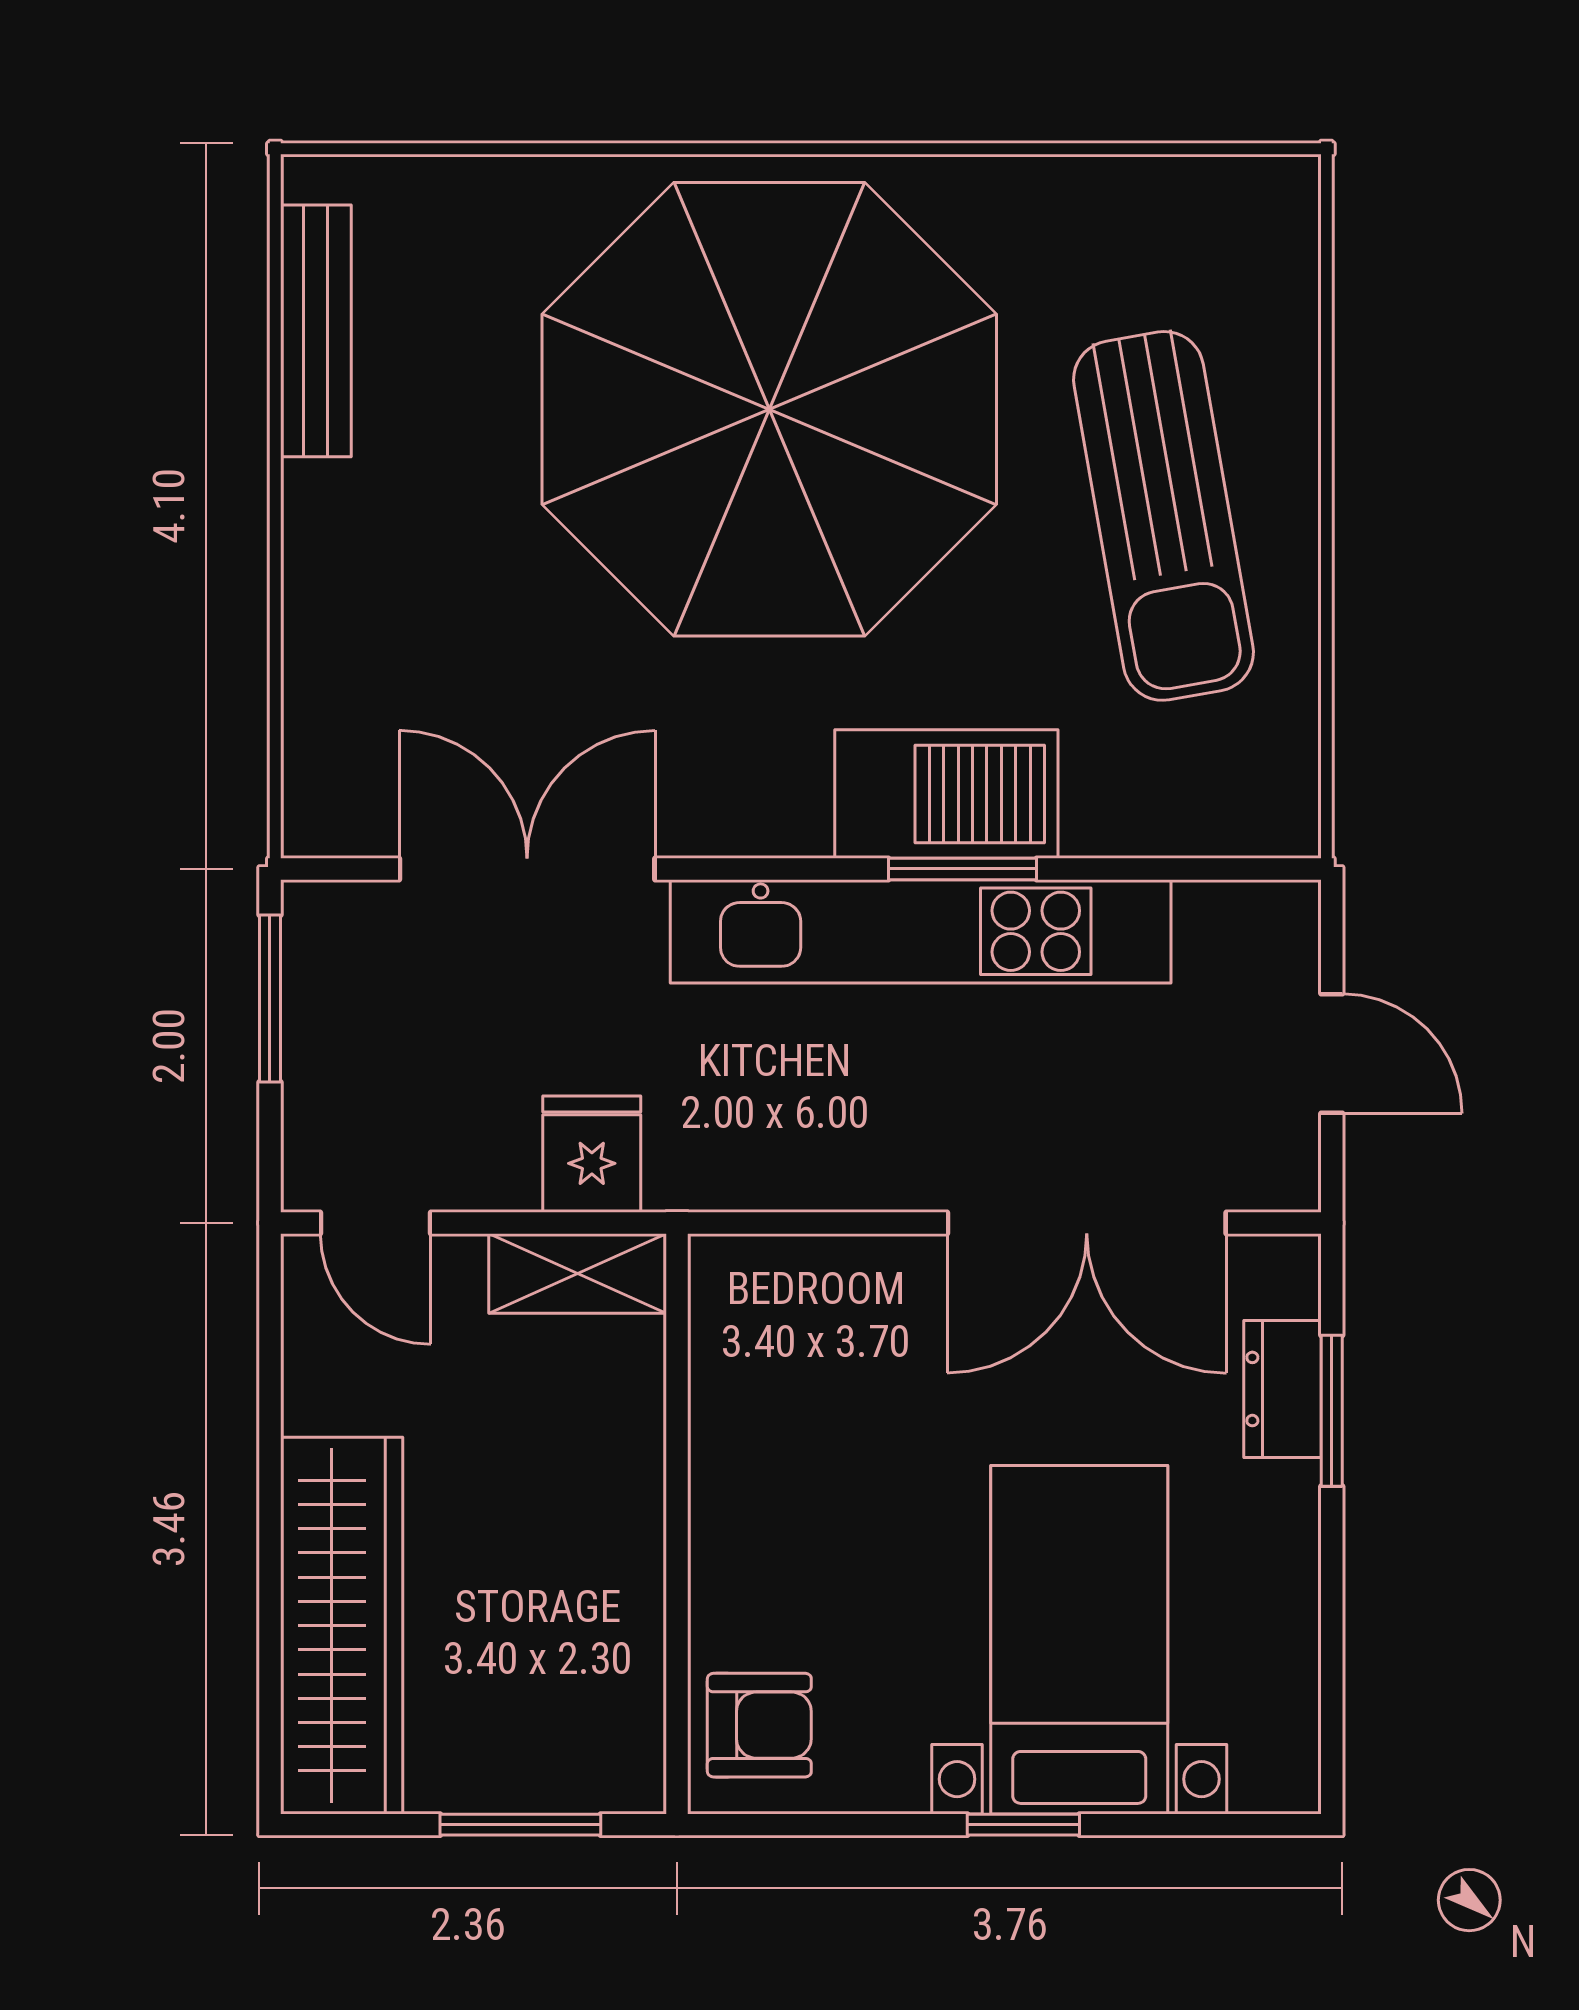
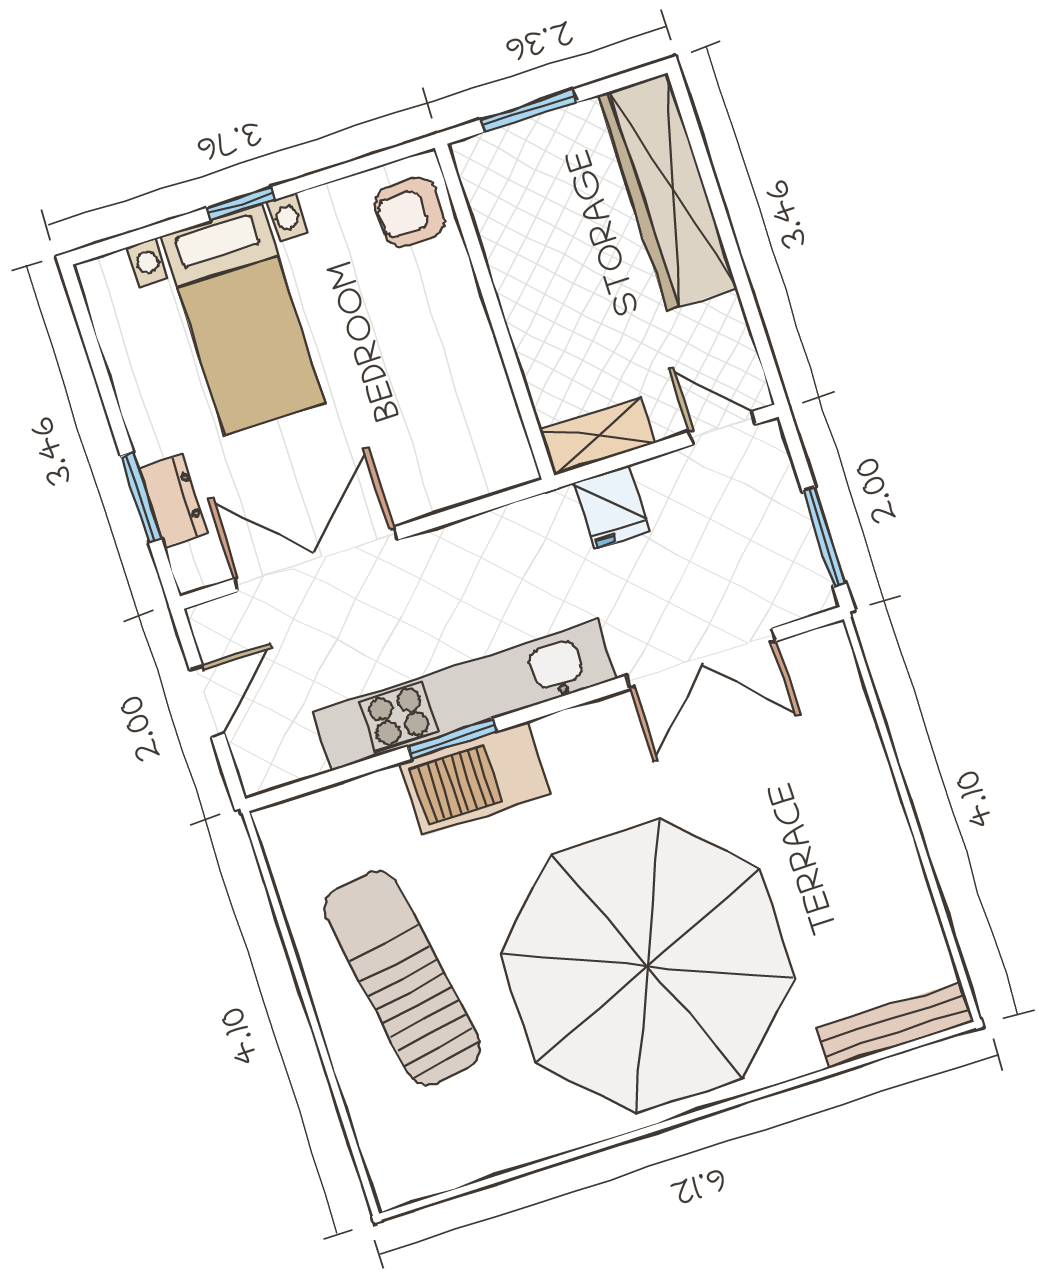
bench: (316, 331) -> (896, 1025), moved, turned 90
door: (1332, 1053) -> (207, 702), swing flipped

